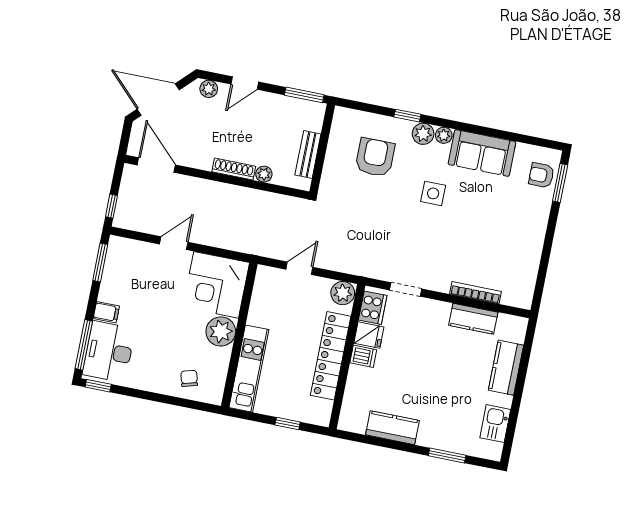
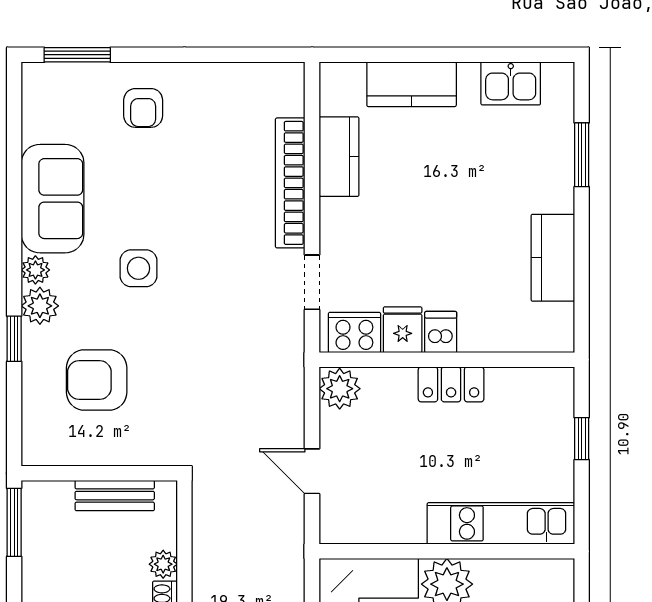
armchair: (541, 175) -> (143, 108), moved
bookcase: (476, 293) -> (290, 183), width x1.48, depth x1.31
locker: (331, 356) -> (451, 384), width x0.46, depth x0.83

